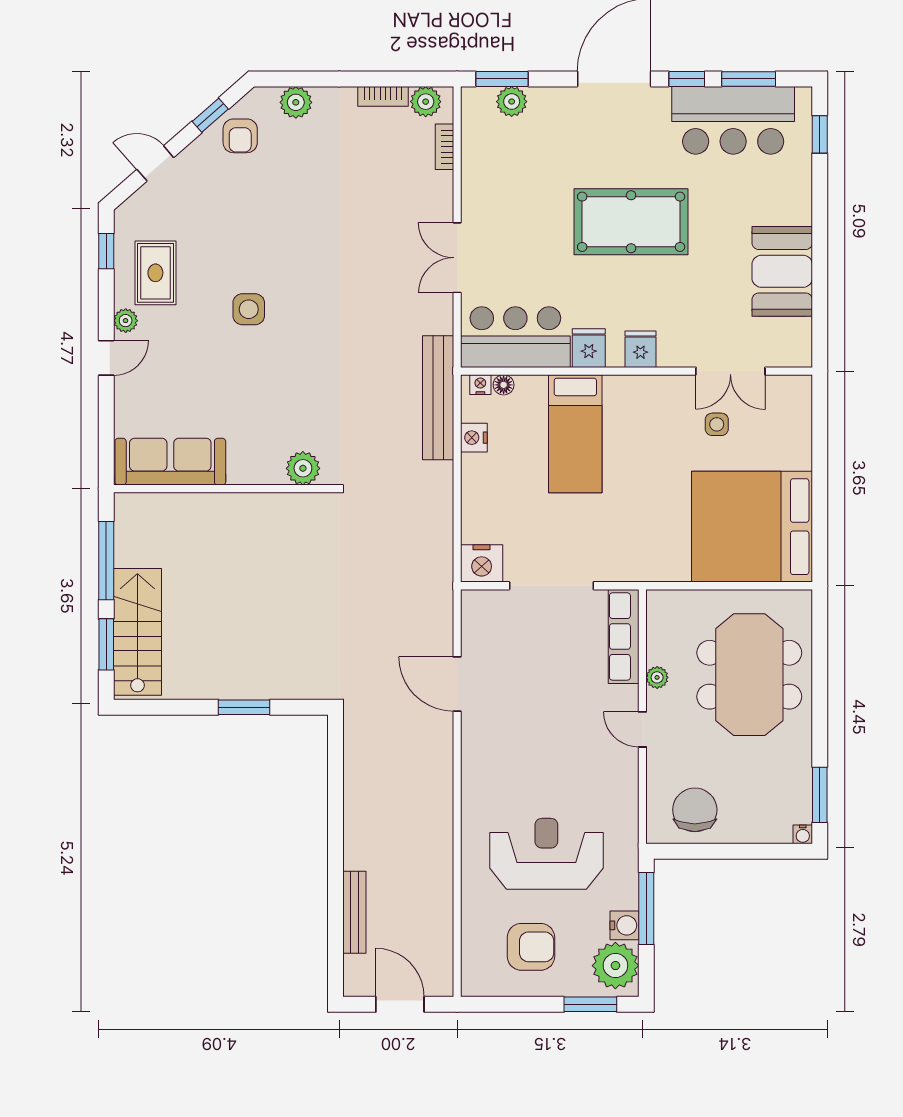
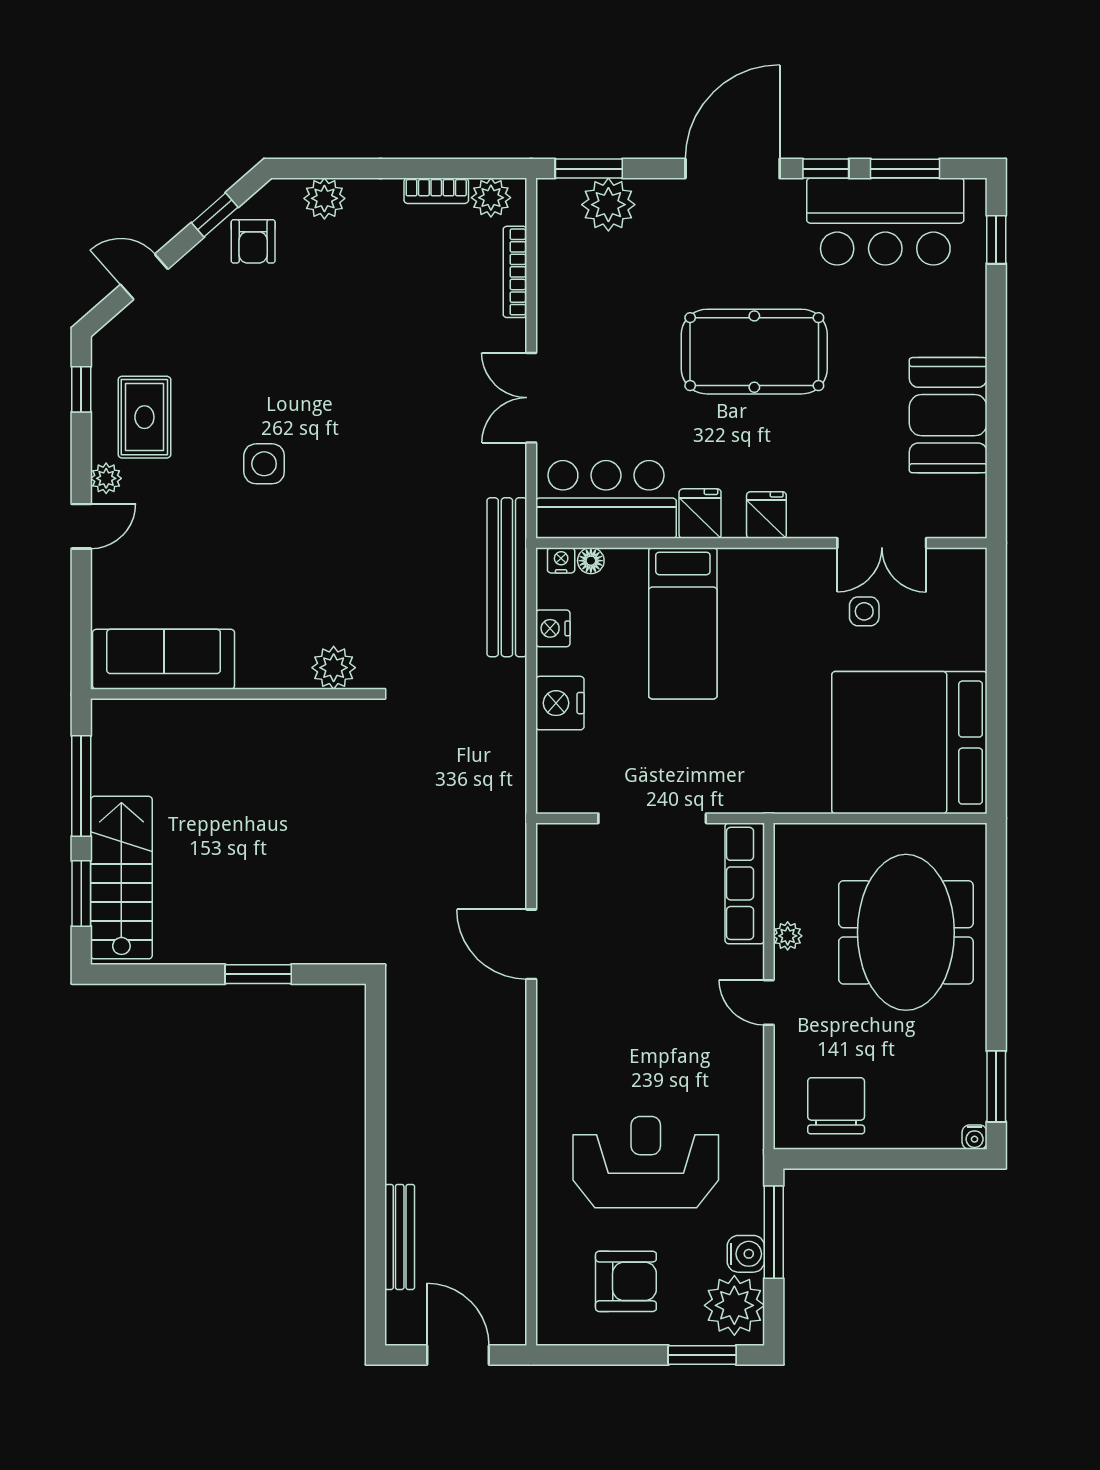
plant: (512, 102) -> (608, 205), width x1.36, depth x1.36
bookcase: (444, 147) -> (515, 272), width x1.56
nightstand: (482, 563) -> (560, 703), moved, turned 90

